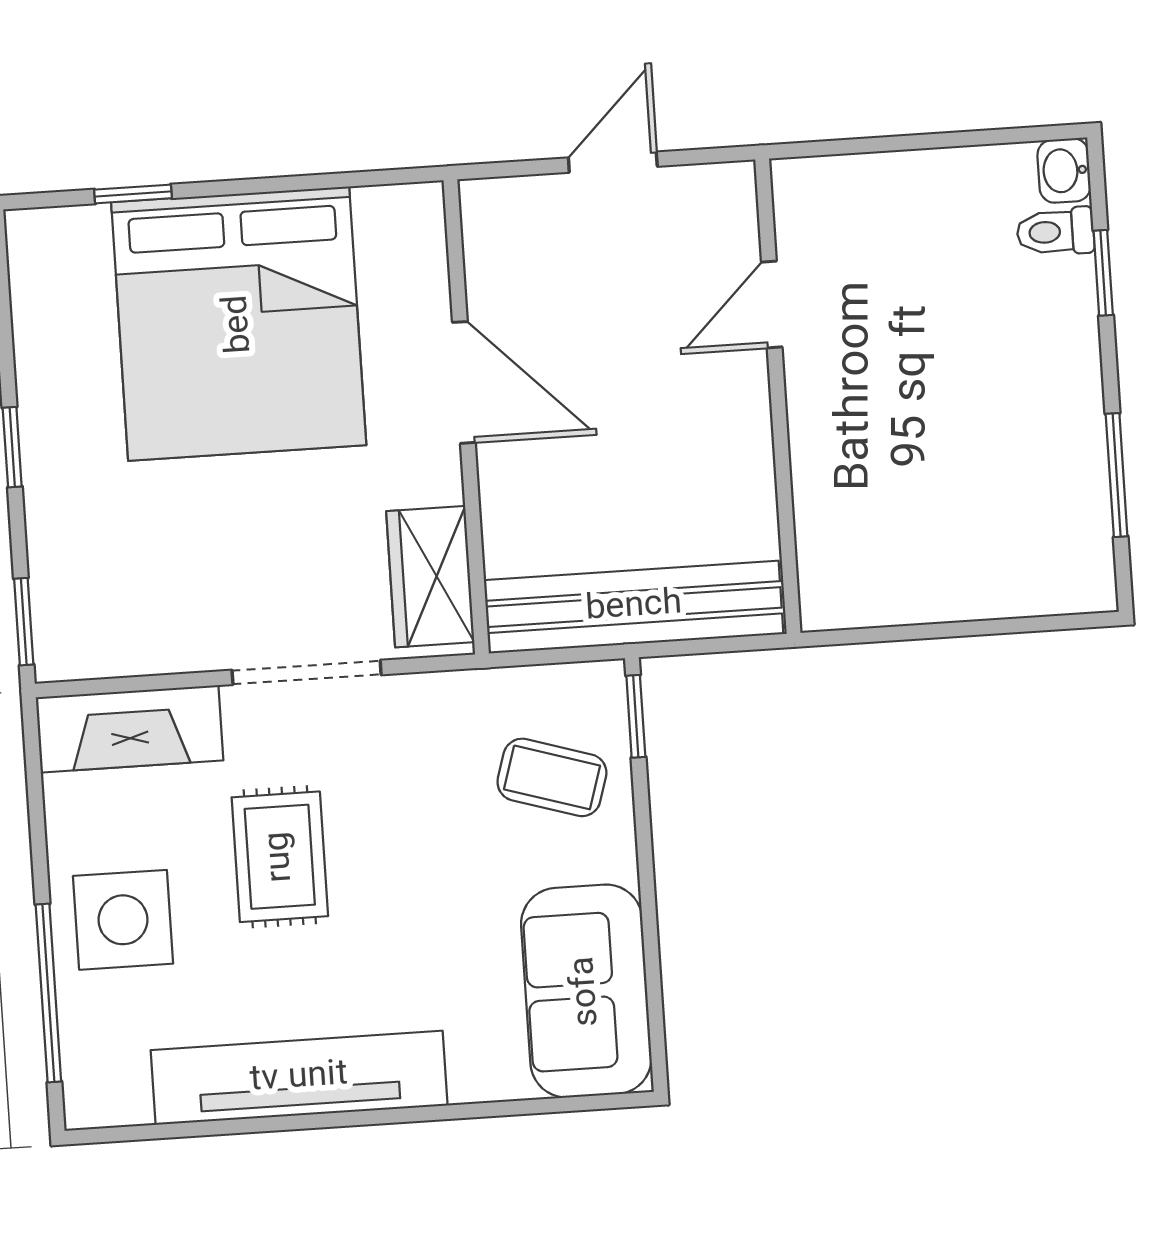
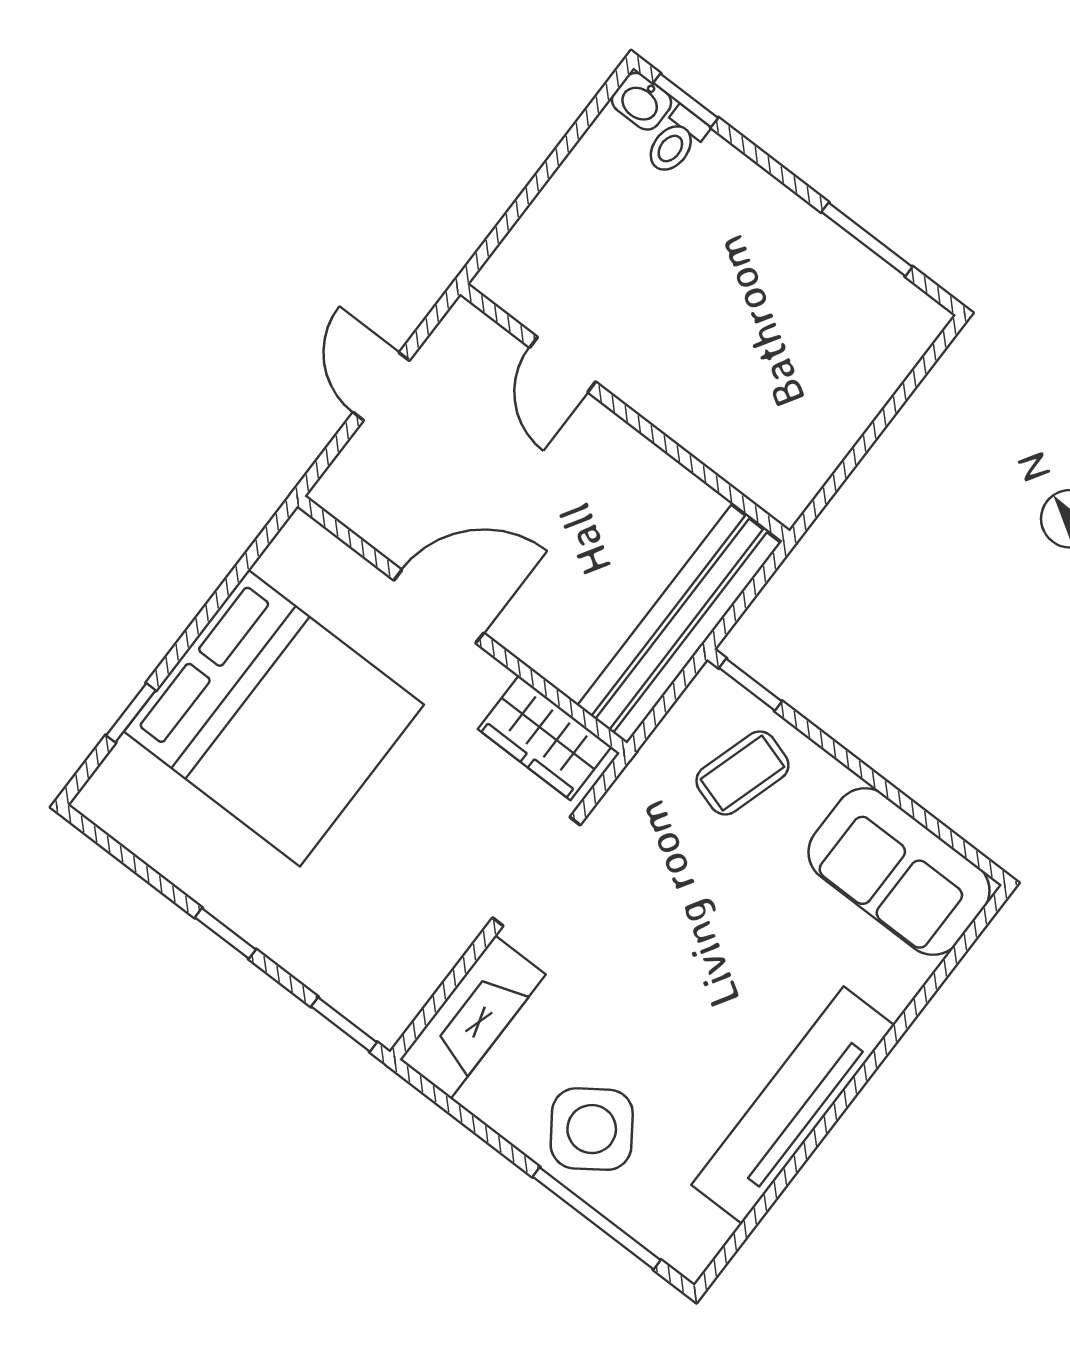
window: (1103, 273) -> (686, 100), moved
rug: (280, 857) -> (640, 993), removed
side table: (123, 920) -> (592, 1129), turned -35

